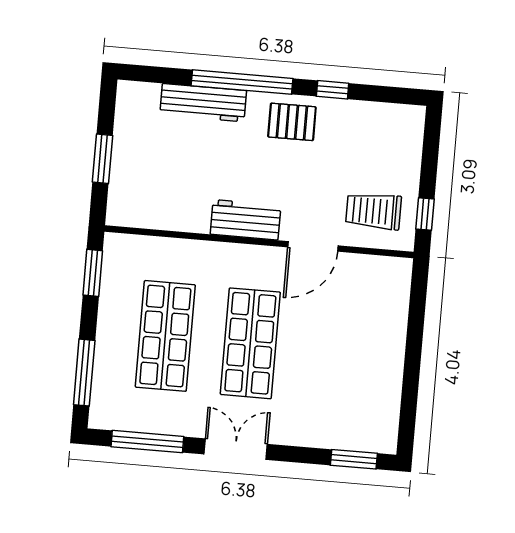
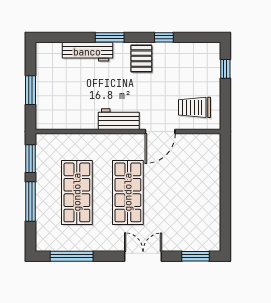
window: (242, 82) -> (110, 37), width x0.47
pallet: (292, 122) -> (141, 59), turned 90
window: (425, 214) -> (225, 69), moved
window: (84, 373) -> (30, 202), moved
double door: (236, 449) -> (143, 256), moved

